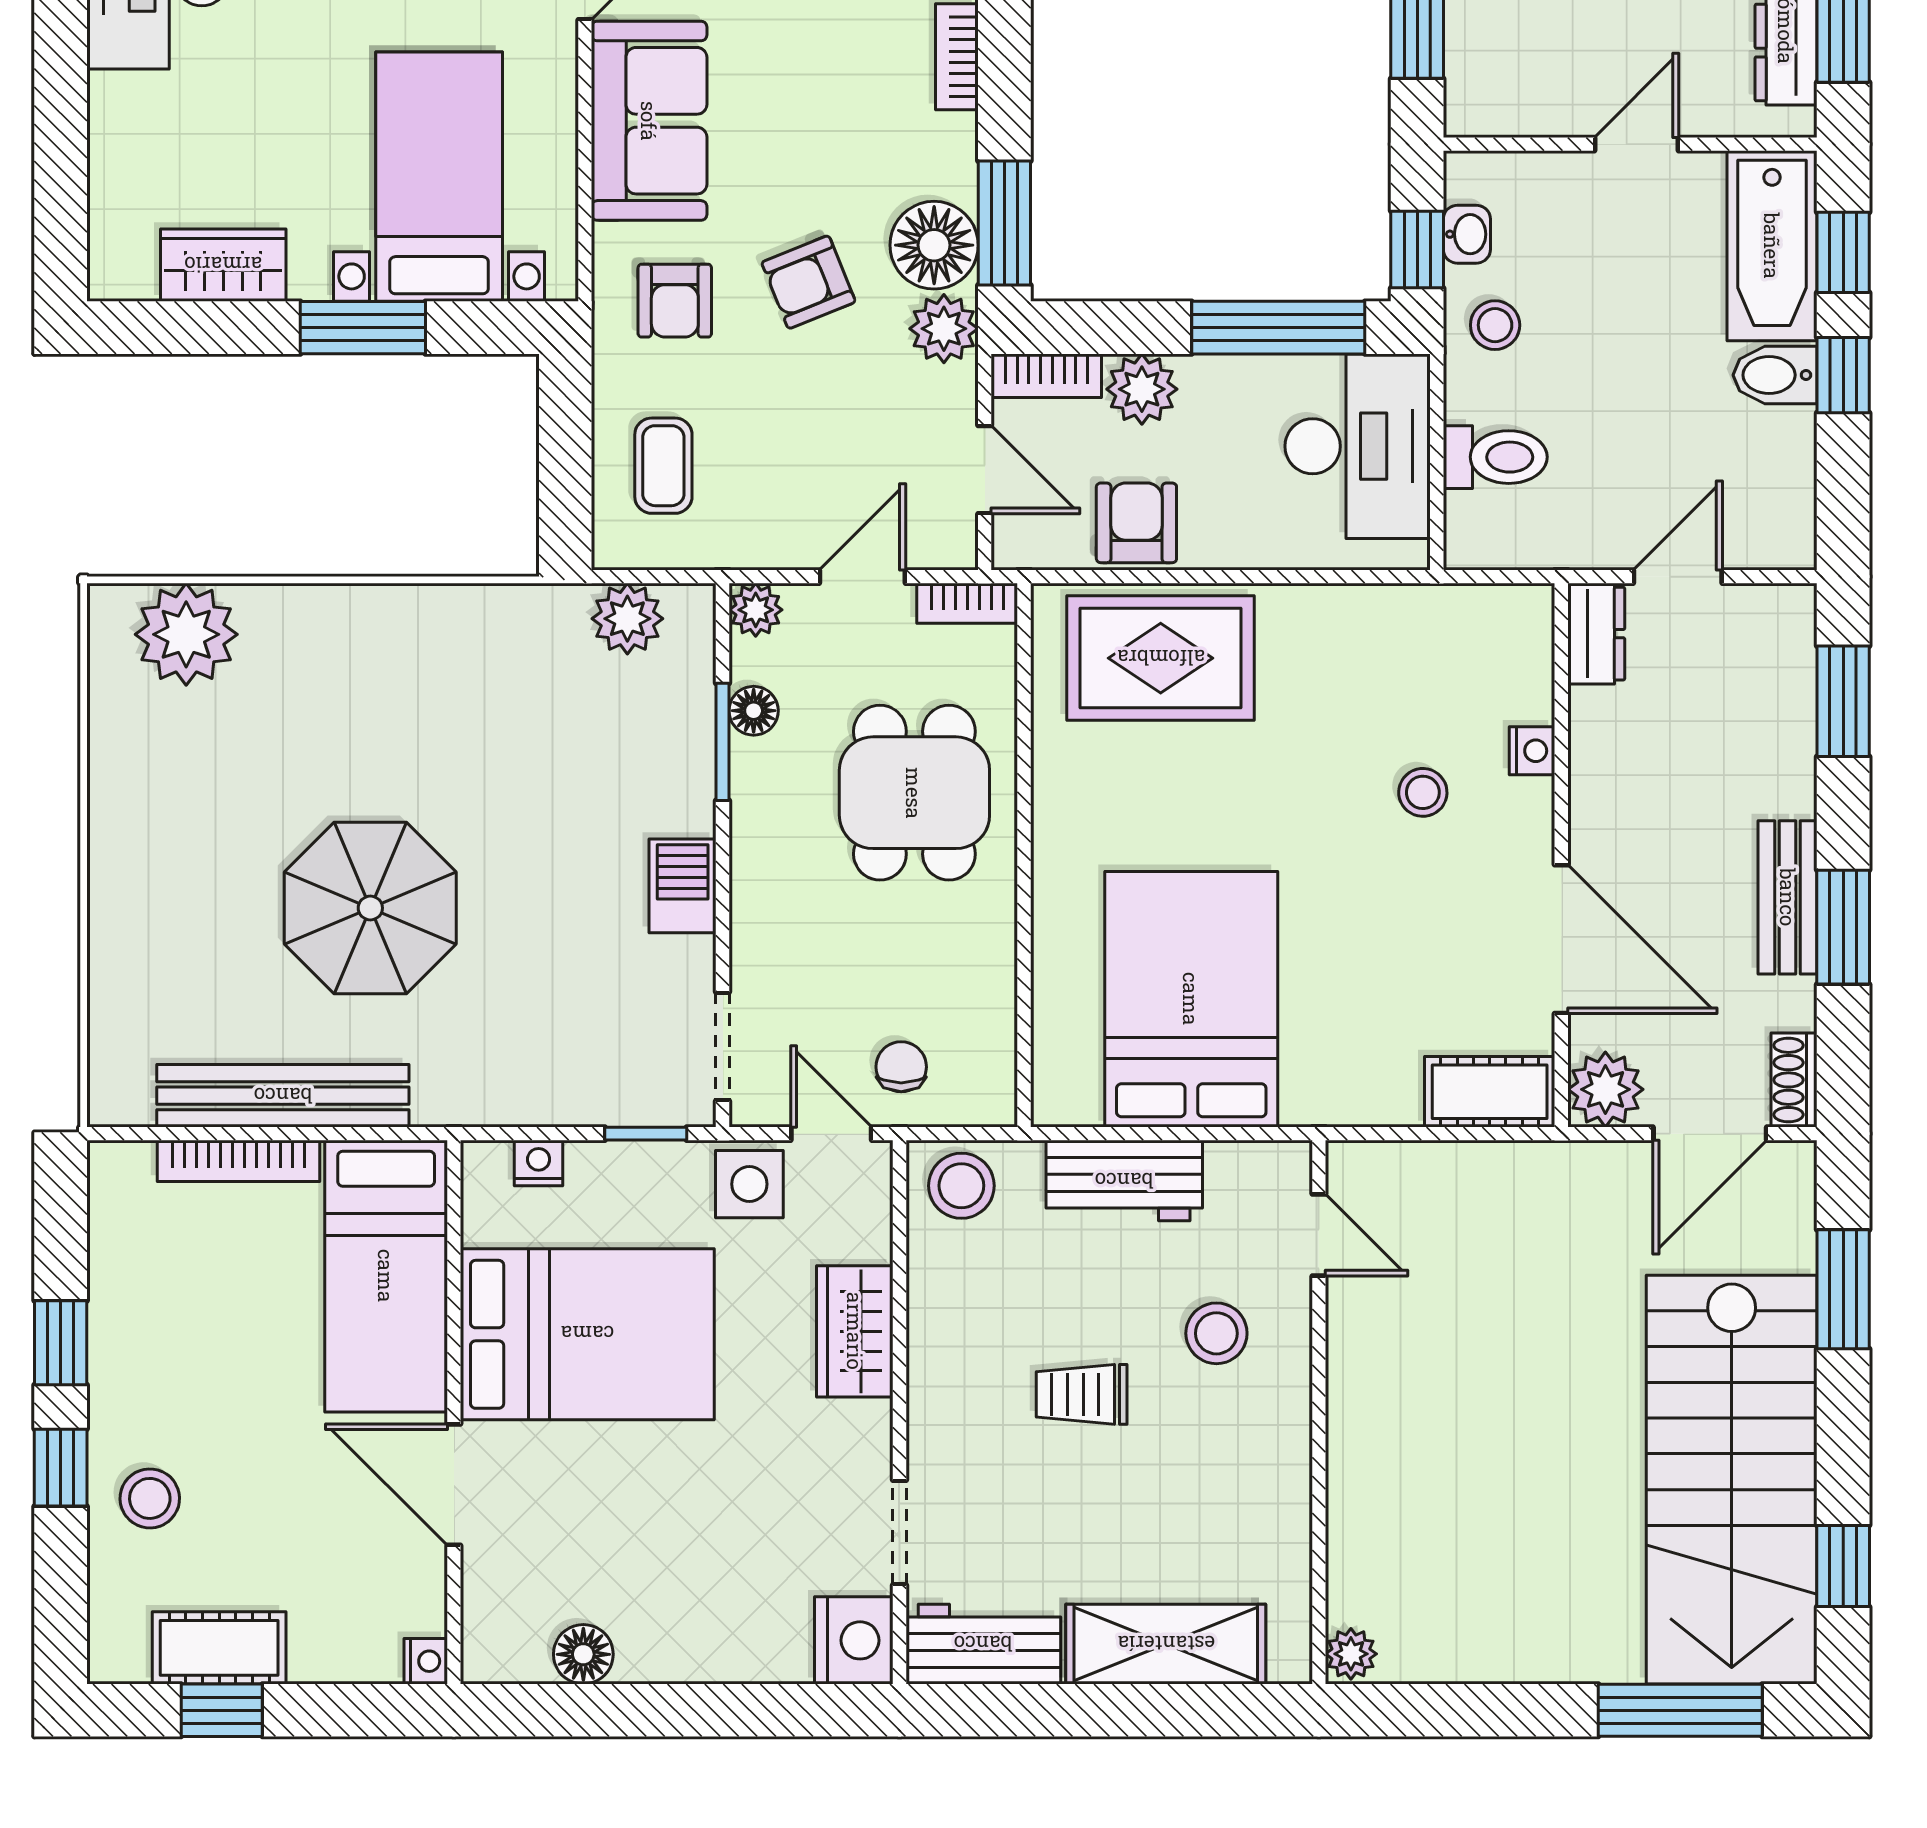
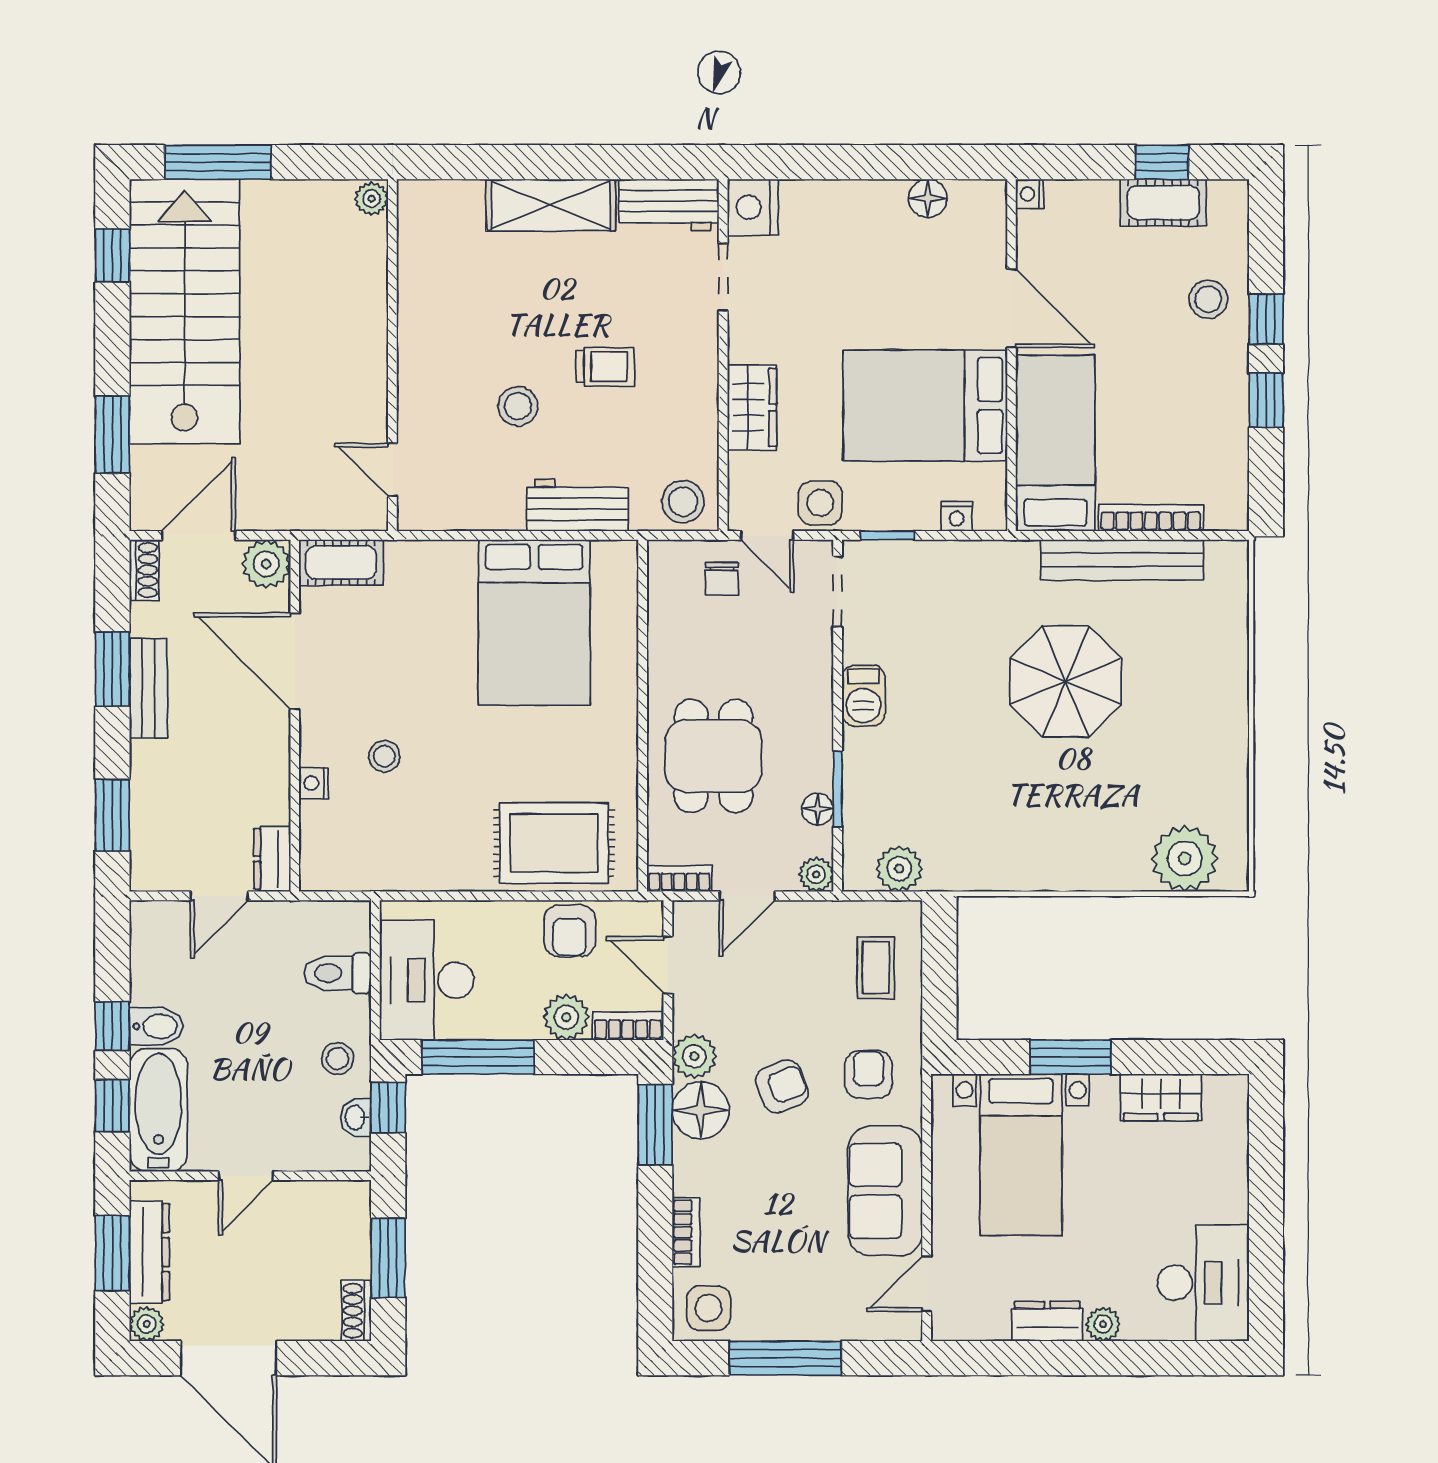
door: (1319, 1235) -> (392, 470), moved
wall: (1319, 1412) -> (392, 355), moved
plant: (1351, 1654) -> (372, 199), moved

